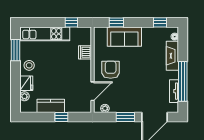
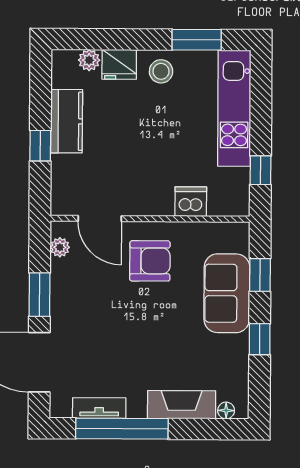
window: (160, 22) -> (260, 339), moved

